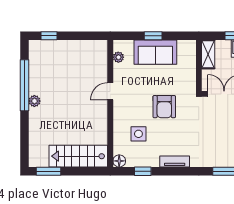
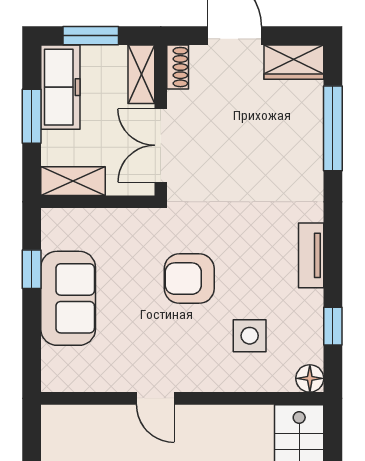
window: (153, 36) -> (32, 269), moved
plant: (118, 57) -> (79, 380), removed
armchair: (164, 107) -> (189, 279), turned 180

